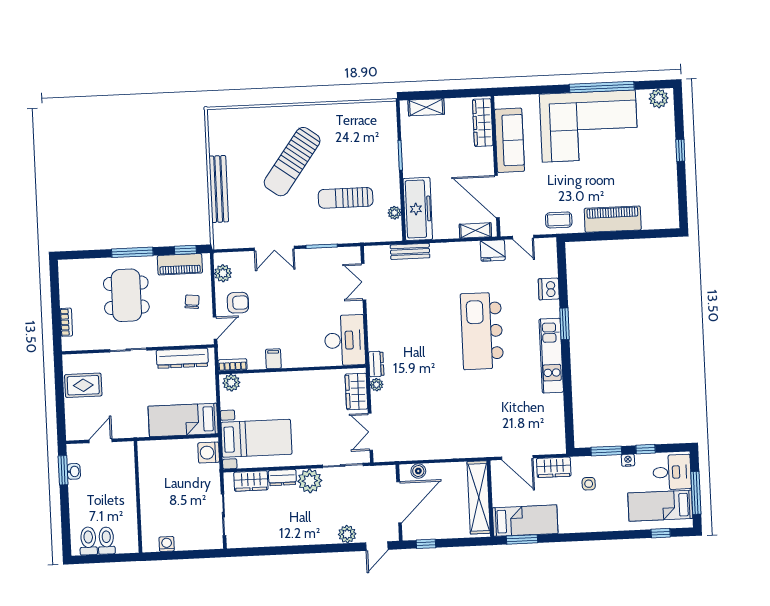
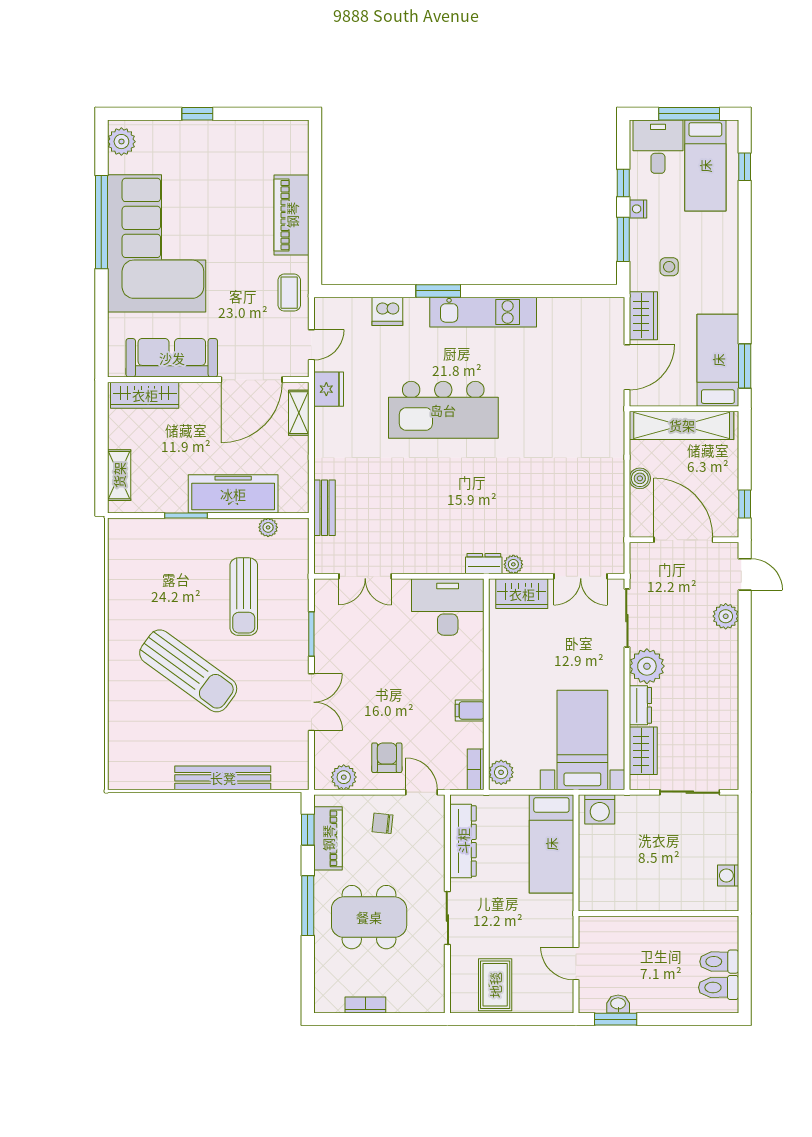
freezer: (418, 209) -> (233, 494), moved
bookcase: (66, 322) -> (365, 1005), moved
boiler: (418, 471) -> (640, 478), moved

